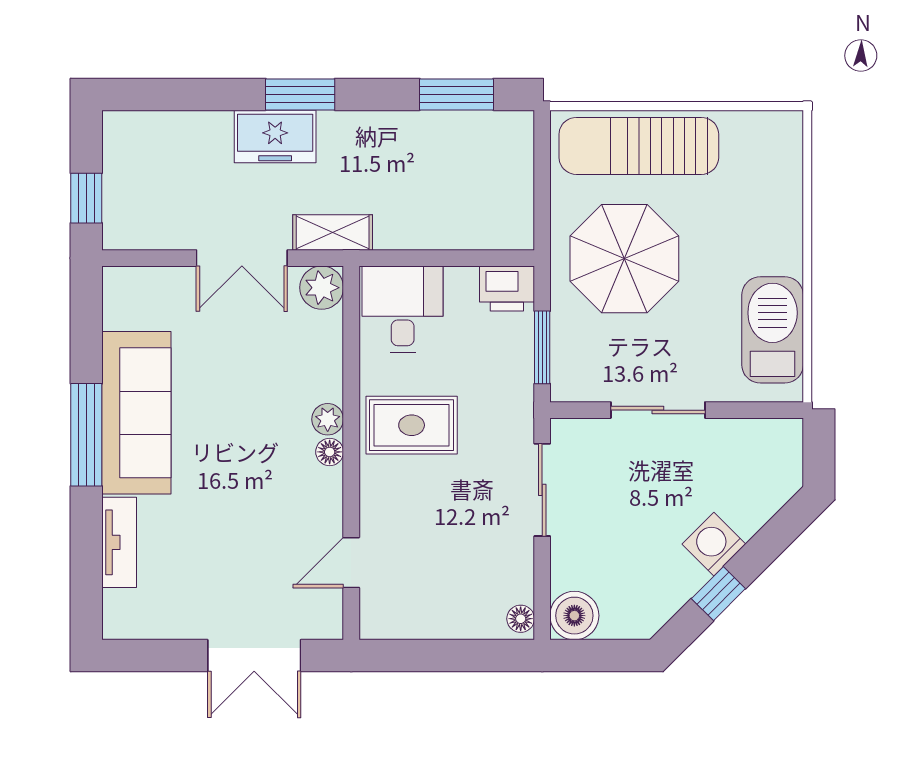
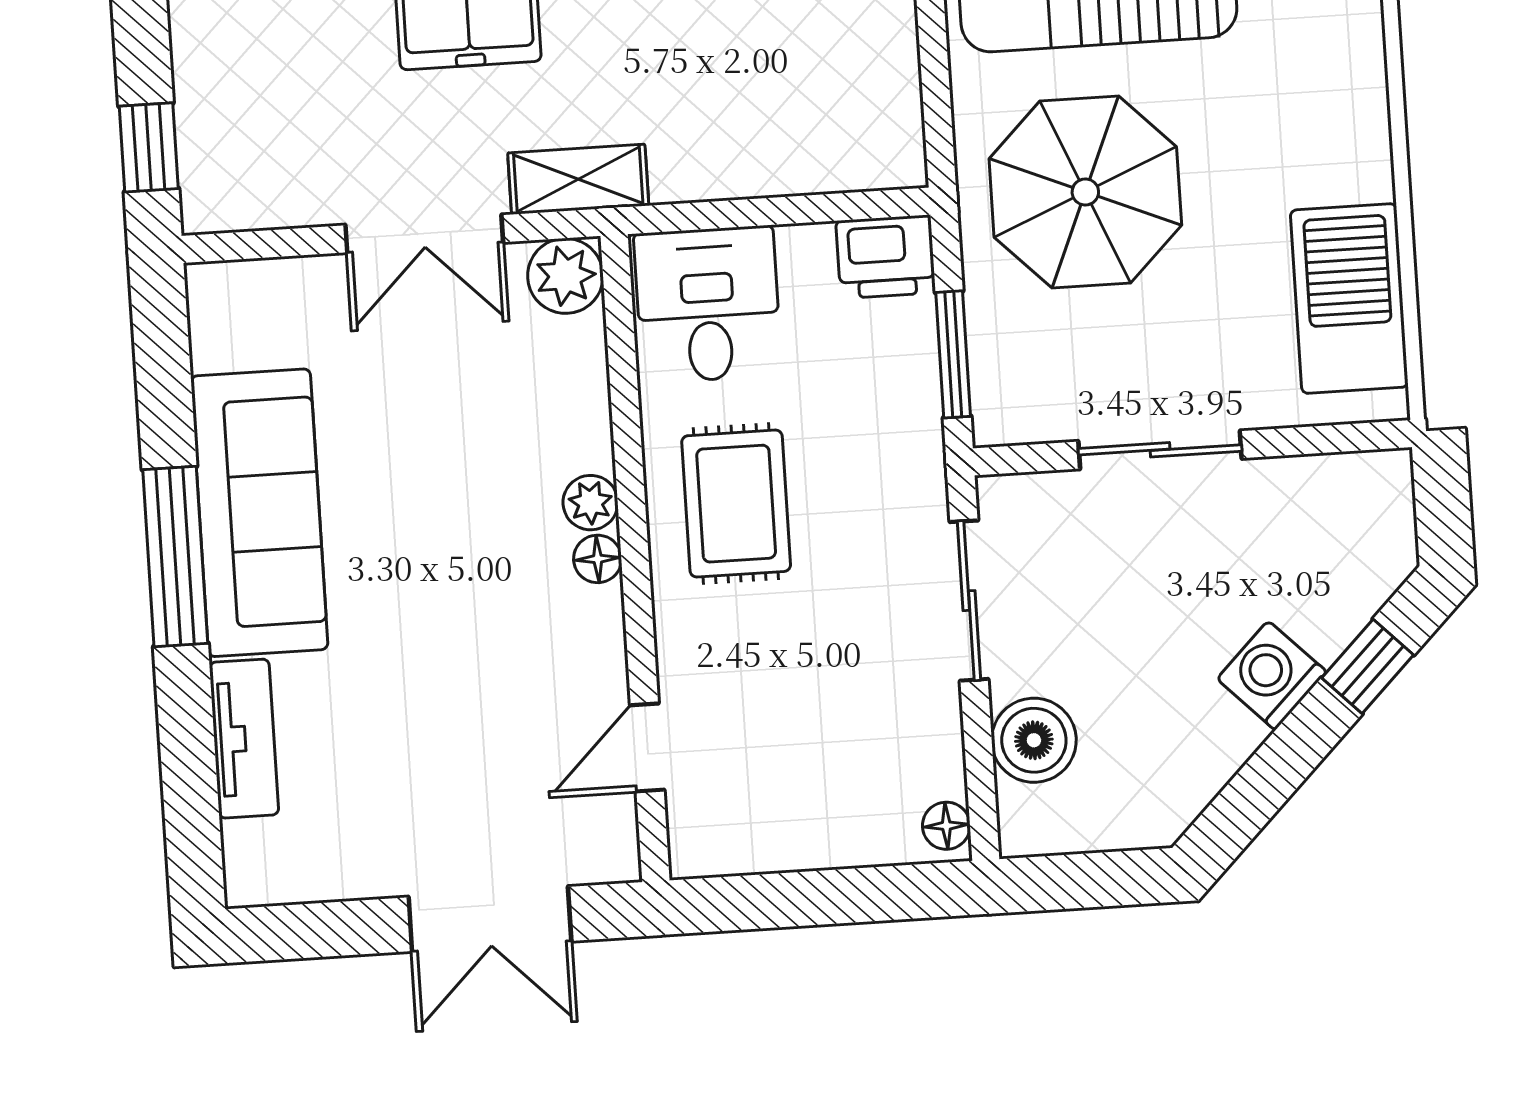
rug: (412, 425) -> (736, 504), turned 90
window: (718, 594) -> (1368, 666), moved
boiler: (574, 616) -> (1034, 740), moved

